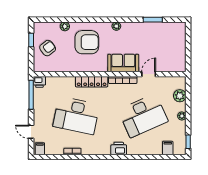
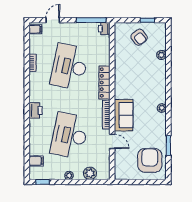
armchair: (87, 42) -> (150, 160), moved, turned 180
desk: (143, 116) -> (69, 136), turned 36

